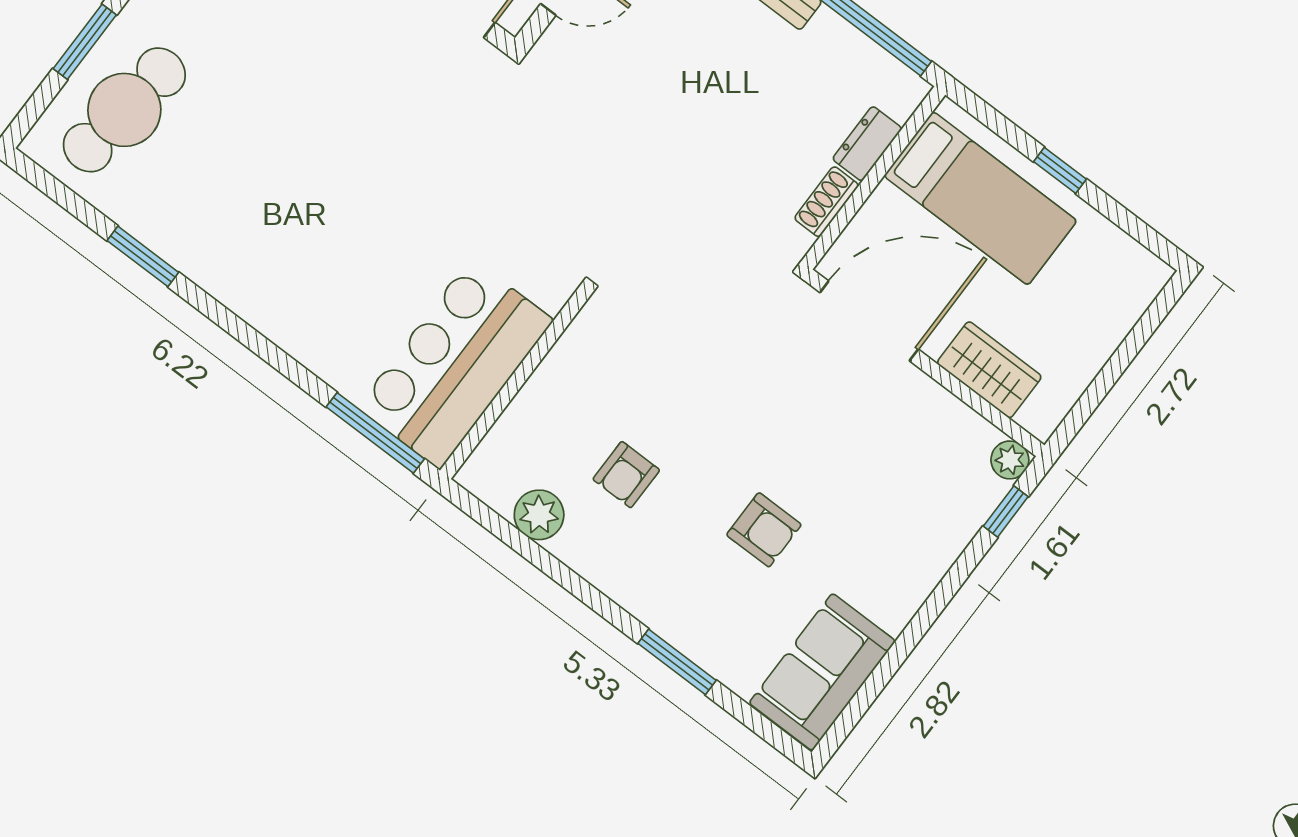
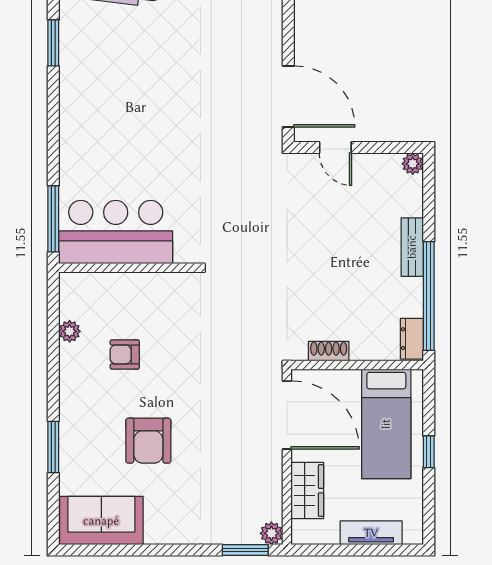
dresser: (867, 144) -> (412, 339), moved, turned -90
tv unit: (1109, 328) -> (371, 533), added
window: (1006, 511) -> (245, 550), width x1.50
plant: (539, 515) -> (70, 331), width x0.73, depth x0.73
armchair: (764, 530) -> (148, 441), width x1.38, depth x1.38

